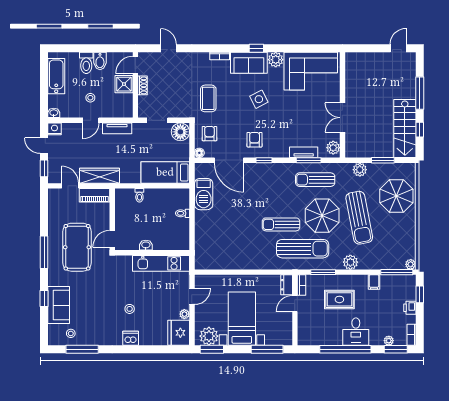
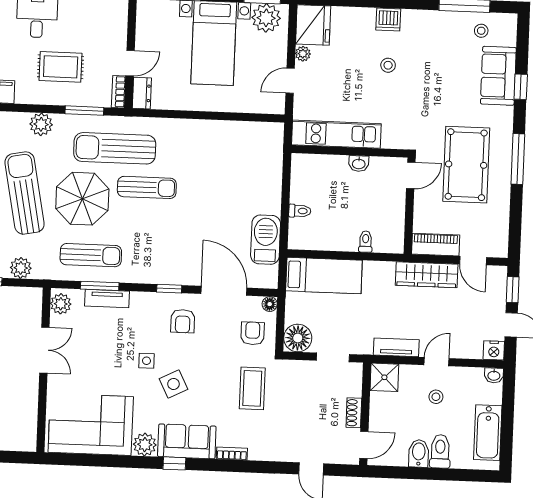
shower: (124, 84) -> (384, 377), moved
side table: (277, 113) -> (146, 361), added
armchair: (209, 134) -> (253, 333), turned 180

